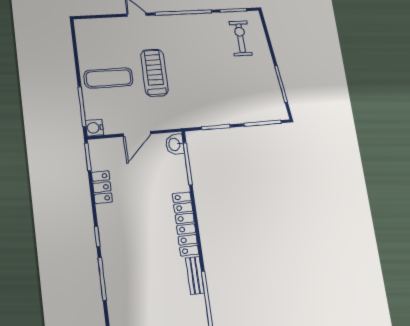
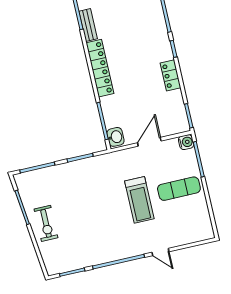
exercise bike: (241, 38) -> (46, 223), moved
locker: (102, 187) -> (171, 75), moved

